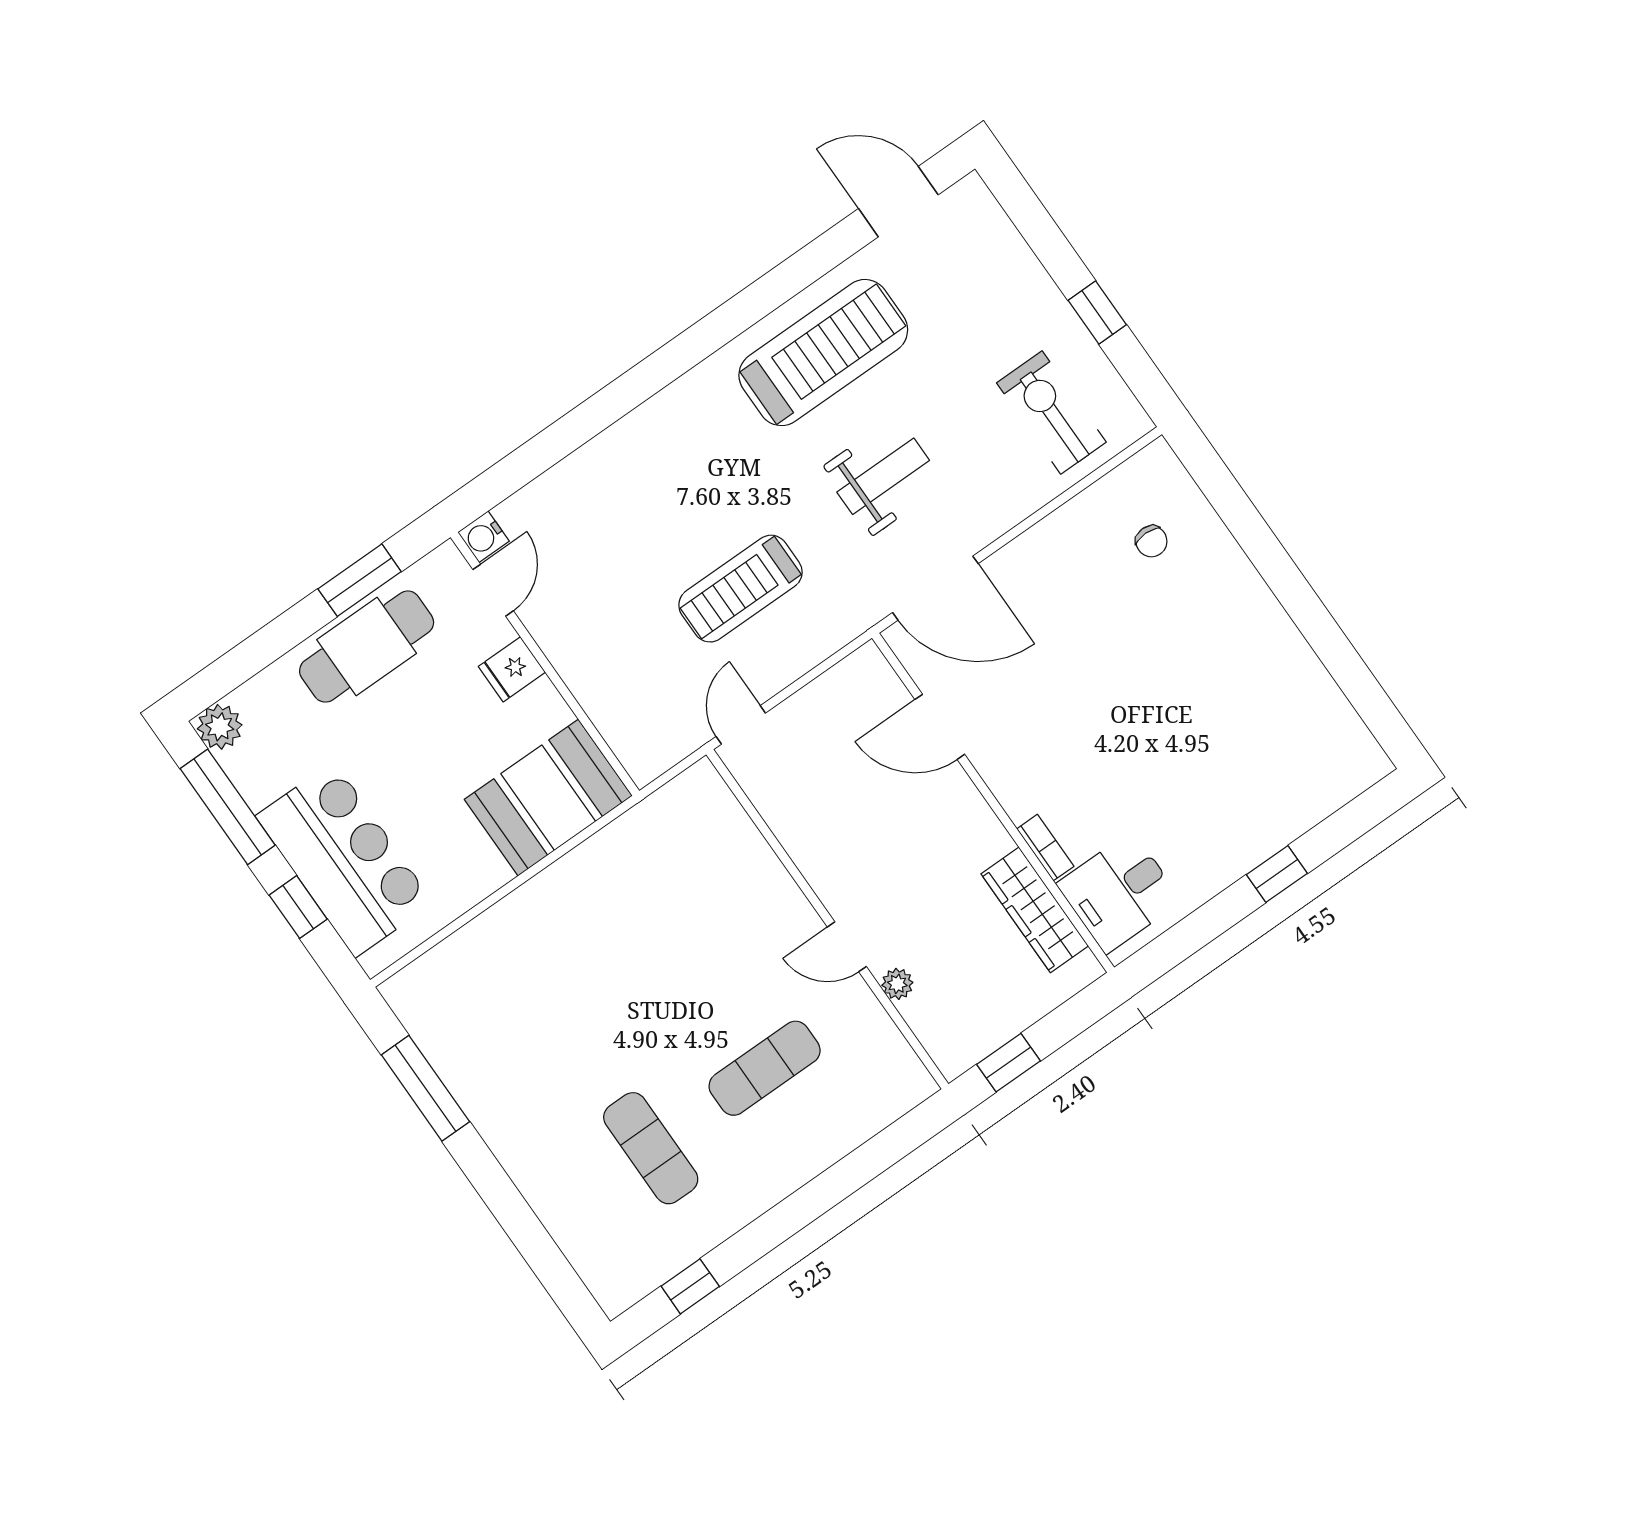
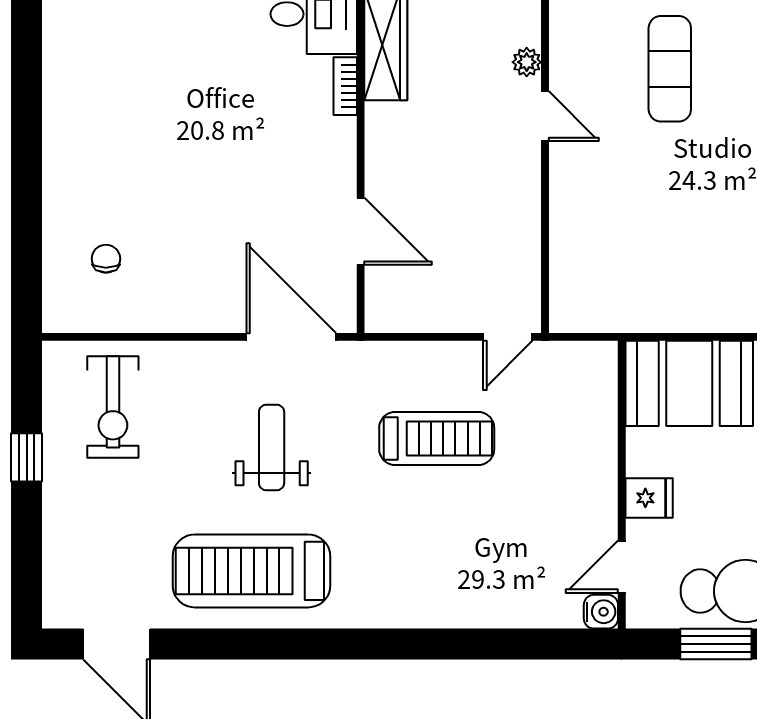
weight bench: (883, 476) -> (272, 448), turned 90
exercise mat: (765, 1068) -> (670, 69), turned 90

